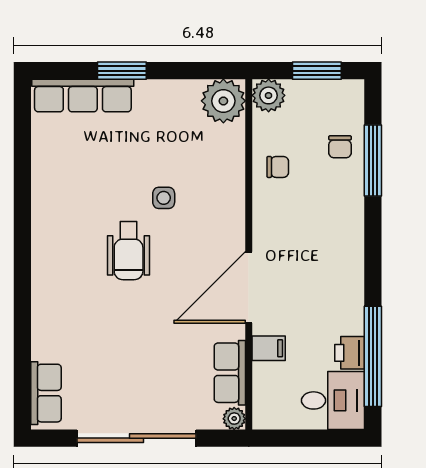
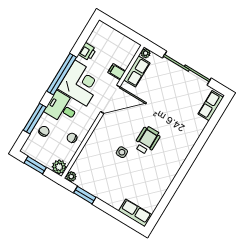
window: (122, 71) -> (85, 195), moved
row of seats: (83, 96) -> (135, 213), width x0.68
plant: (223, 101) -> (71, 177), width x0.53, depth x0.53
corner desk: (326, 284) -> (81, 83), added
window: (373, 356) -> (62, 74), moved
desk: (333, 400) -> (62, 108), moved

